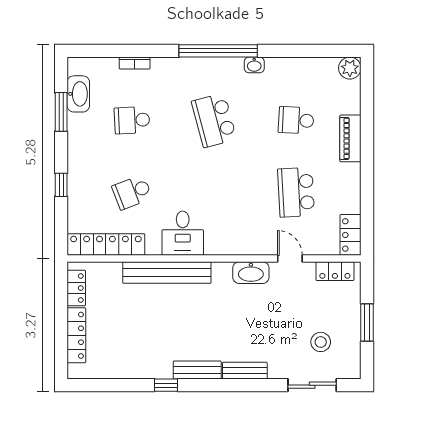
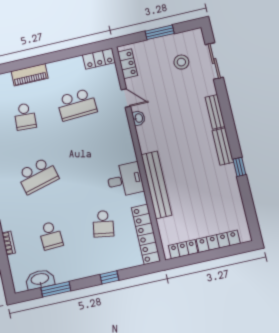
school desk: (132, 192) -> (103, 224), turned 30
door: (290, 259) -> (126, 98), swing flipped
washbasin: (251, 273) -> (139, 118), width x0.52, depth x0.69

